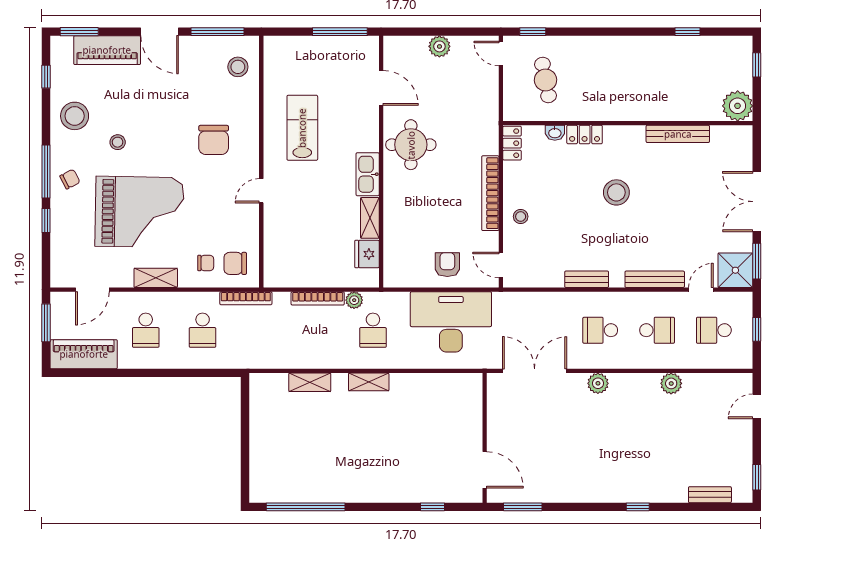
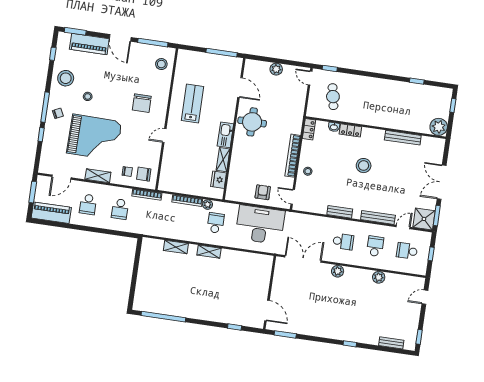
school desk: (373, 330) -> (216, 223), turned 180
school desk: (600, 330) -> (343, 242), turned 180
school desk: (657, 330) -> (375, 246), turned -90

